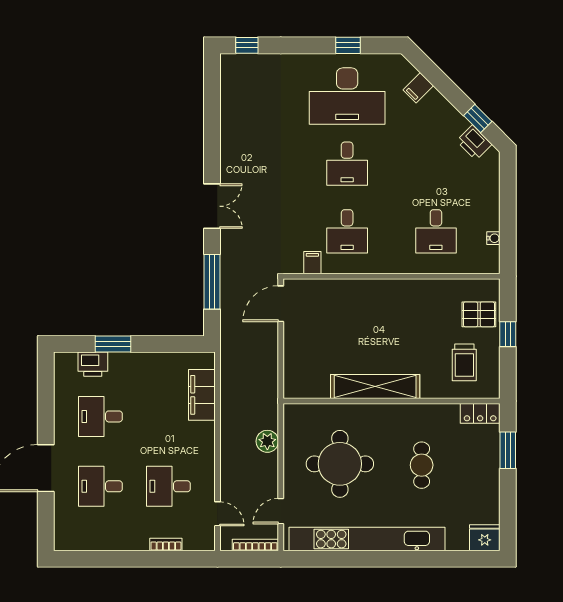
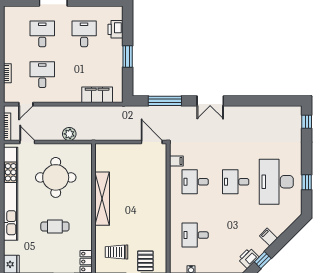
filing cabinet: (418, 88) -> (269, 237), moved
window: (113, 344) -> (128, 57), moved

